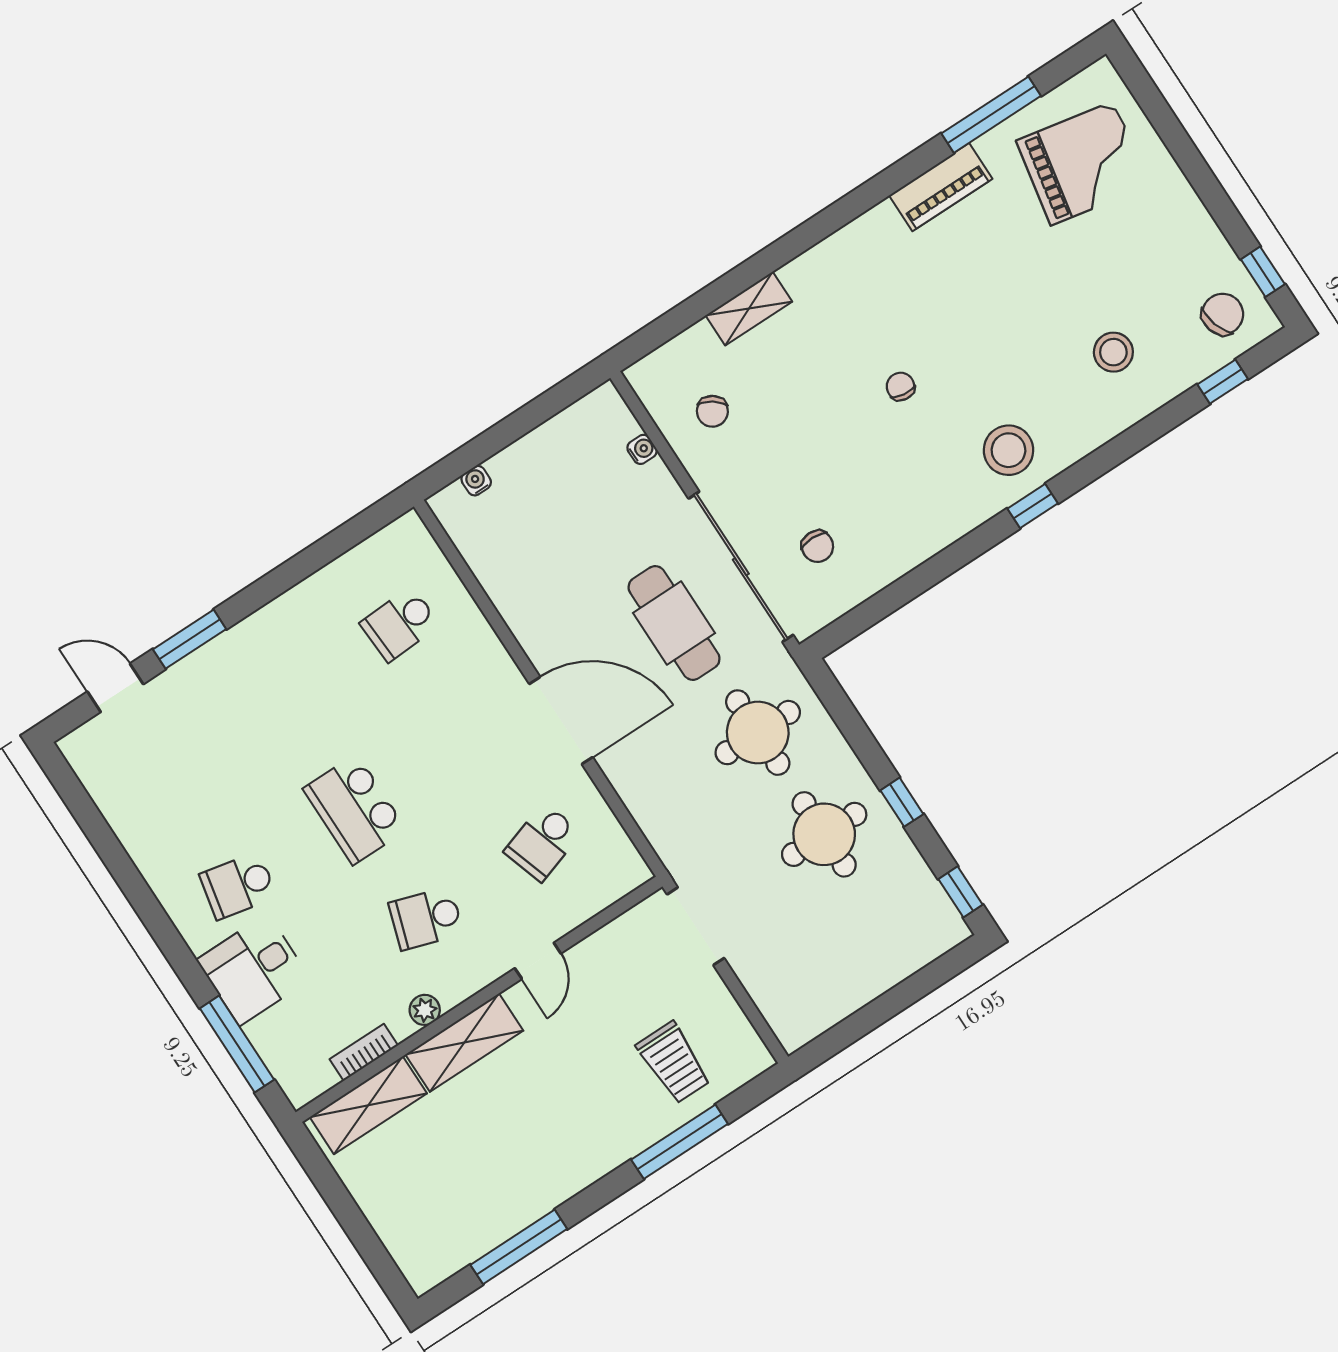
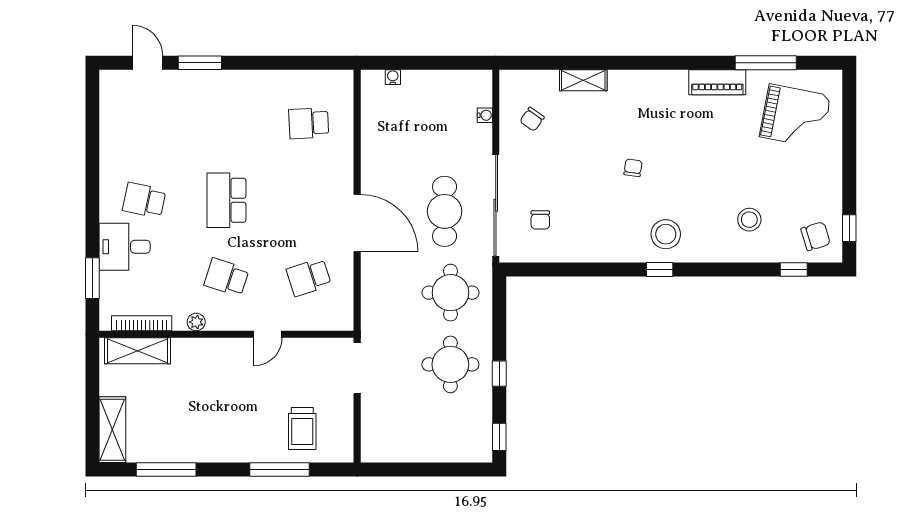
shelving: (464, 1043) -> (112, 430), moved, turned 90
window: (237, 1044) -> (92, 278), width x0.69
bookcase: (364, 1052) -> (142, 323), width x1.56

